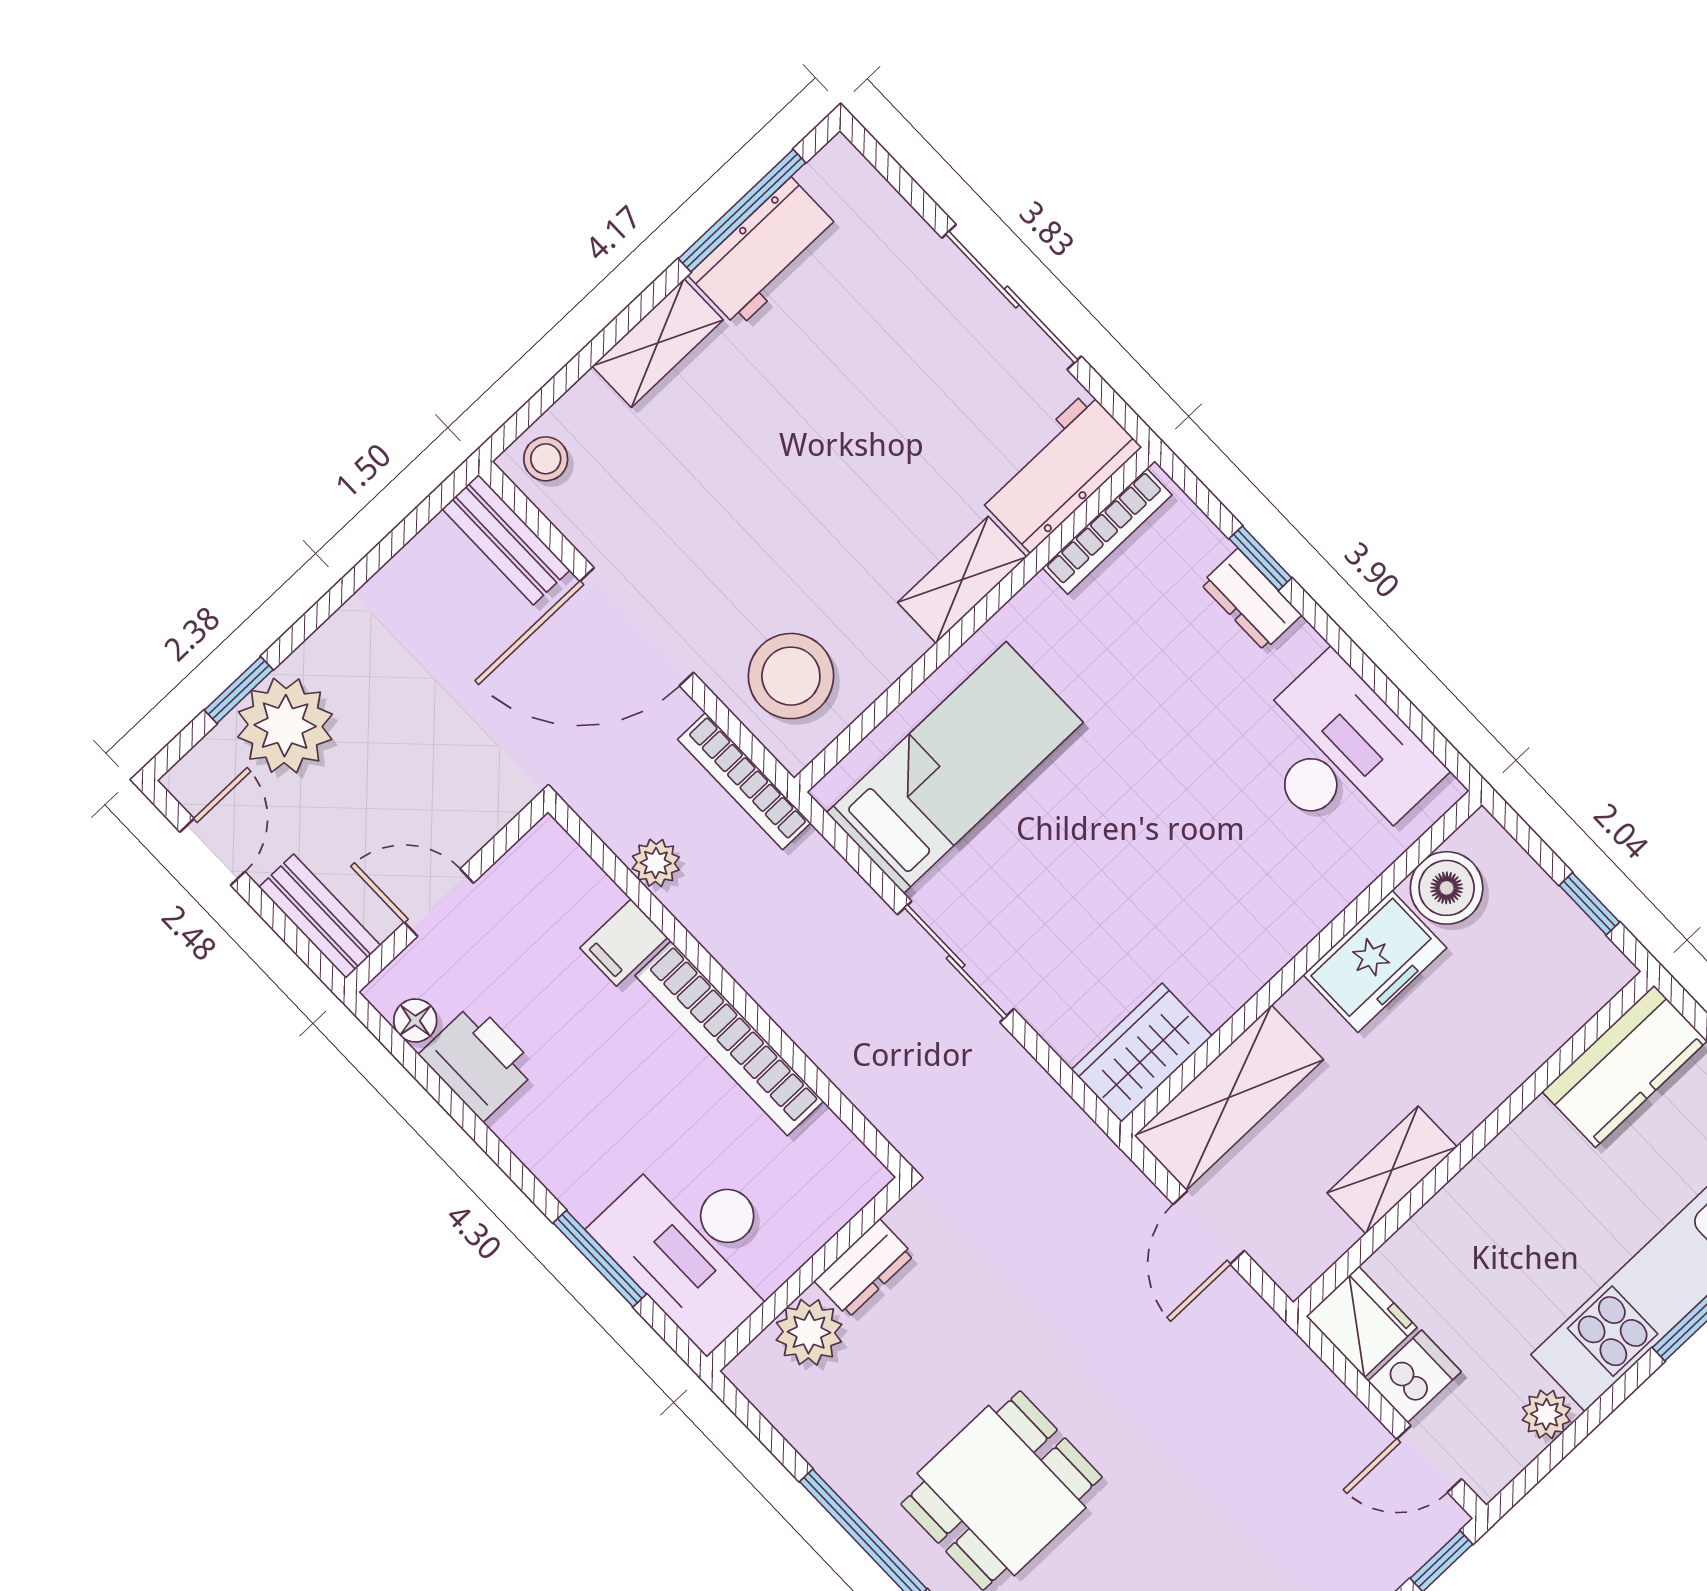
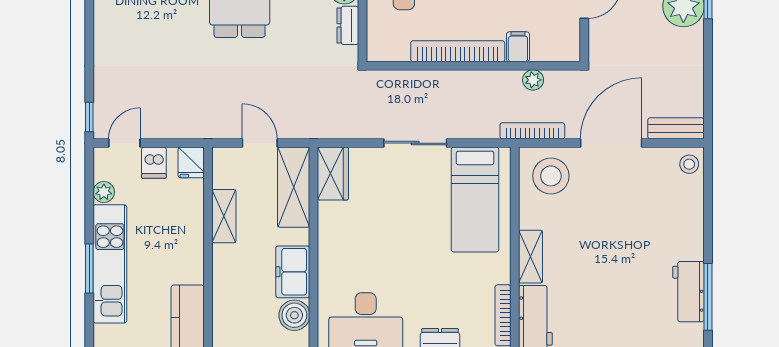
shelving: (658, 343) -> (692, 232), removed
fridge: (1362, 1322) -> (191, 162), width x0.72

